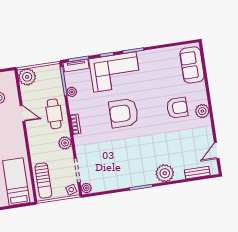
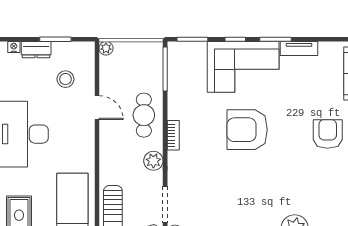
tv unit: (76, 65) -> (299, 48), moved
plant: (27, 77) -> (106, 48), width x0.53, depth x0.53
plant: (72, 92) -> (175, 86), removed
armchair: (177, 108) -> (328, 134), turned -90

